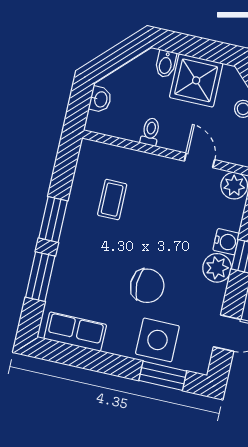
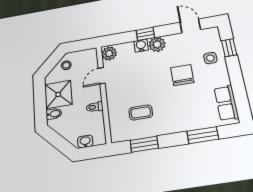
window: (53, 219) -> (144, 144), moved
side table: (157, 340) -> (210, 58), width x0.54, depth x0.54
window: (163, 376) -> (229, 48), width x0.67

